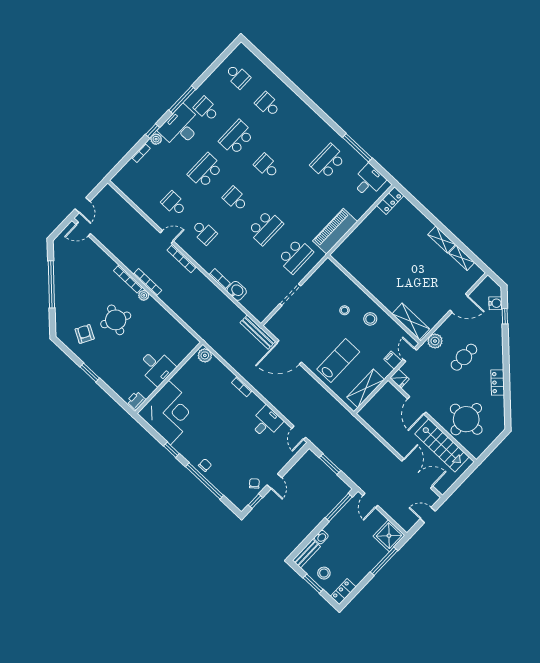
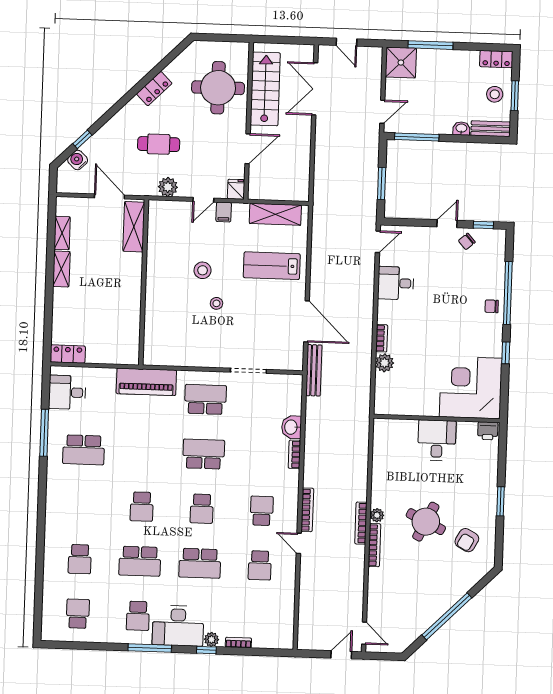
wall: (374, 299) -> (144, 282), moved
shelving: (411, 321) -> (134, 227), moved
plant: (205, 355) -> (385, 363), moved

